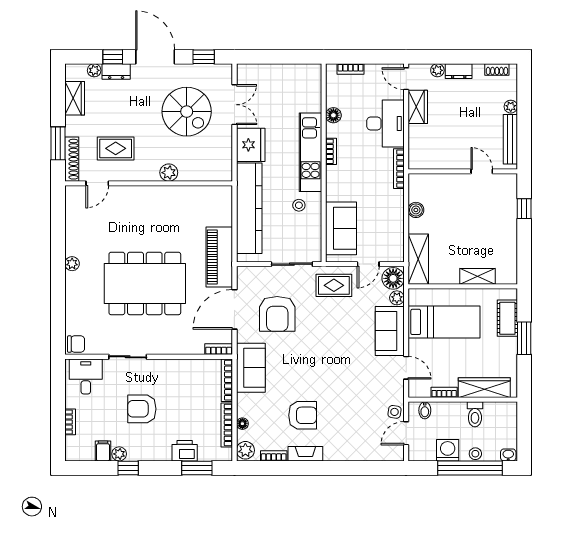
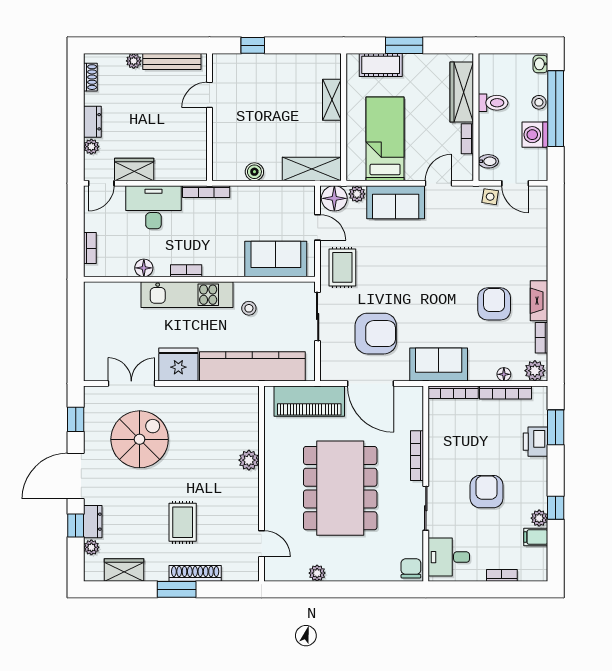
plant: (169, 173) -> (249, 460), moved
door: (97, 183) -> (262, 544), moved
wall: (149, 183) -> (262, 484), moved
bookcase: (219, 349) -> (417, 456), moved, width x1.56
armchair: (142, 409) -> (487, 492), turned 180

